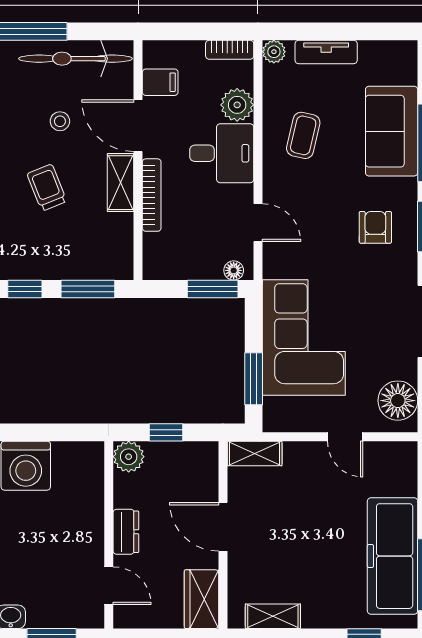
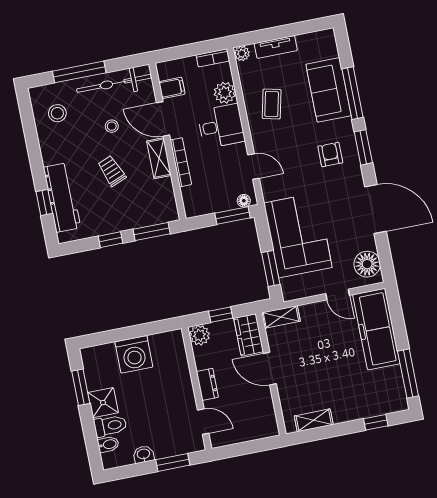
freezer: (393, 556) -> (376, 329), moved
wardrobe: (201, 599) -> (249, 335), moved

